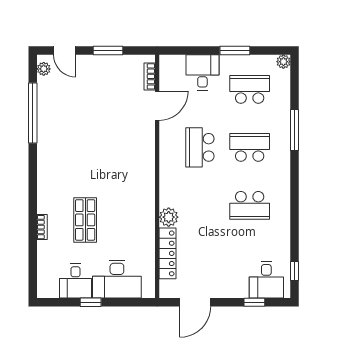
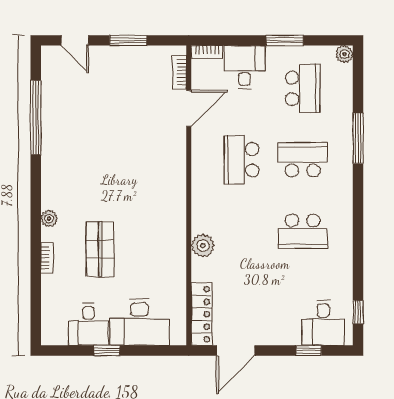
bookcase: (172, 60) -> (207, 52), added
plant: (44, 69) -> (49, 218), moved
school desk: (250, 89) -> (303, 88), turned 90
locker: (167, 253) -> (202, 314), moved

